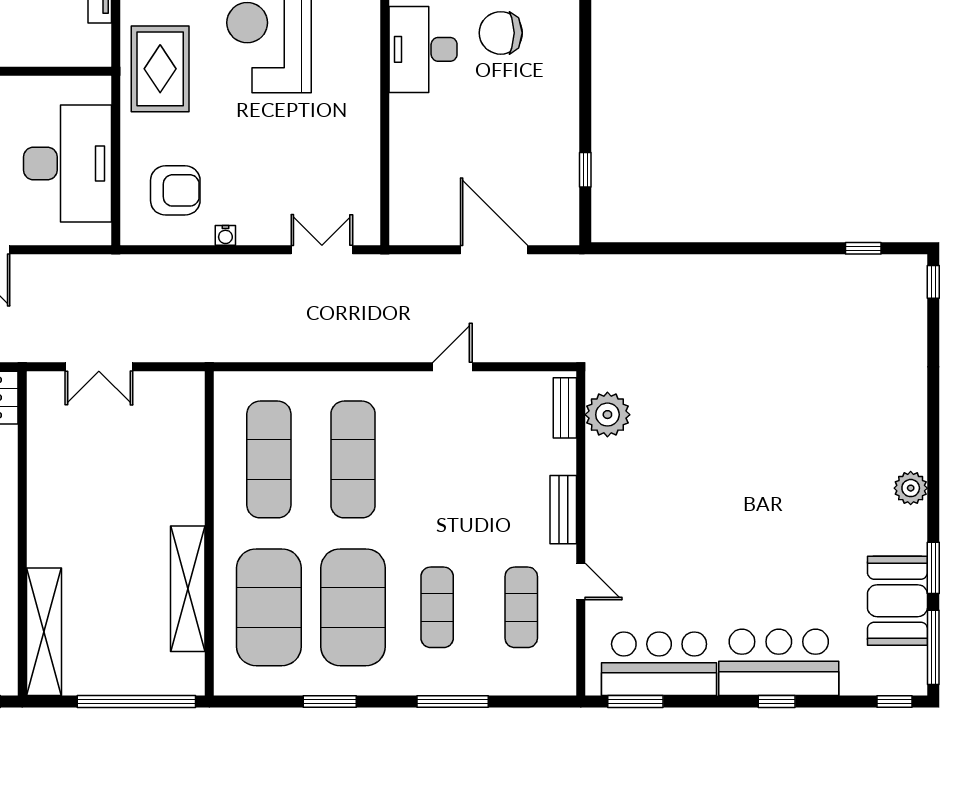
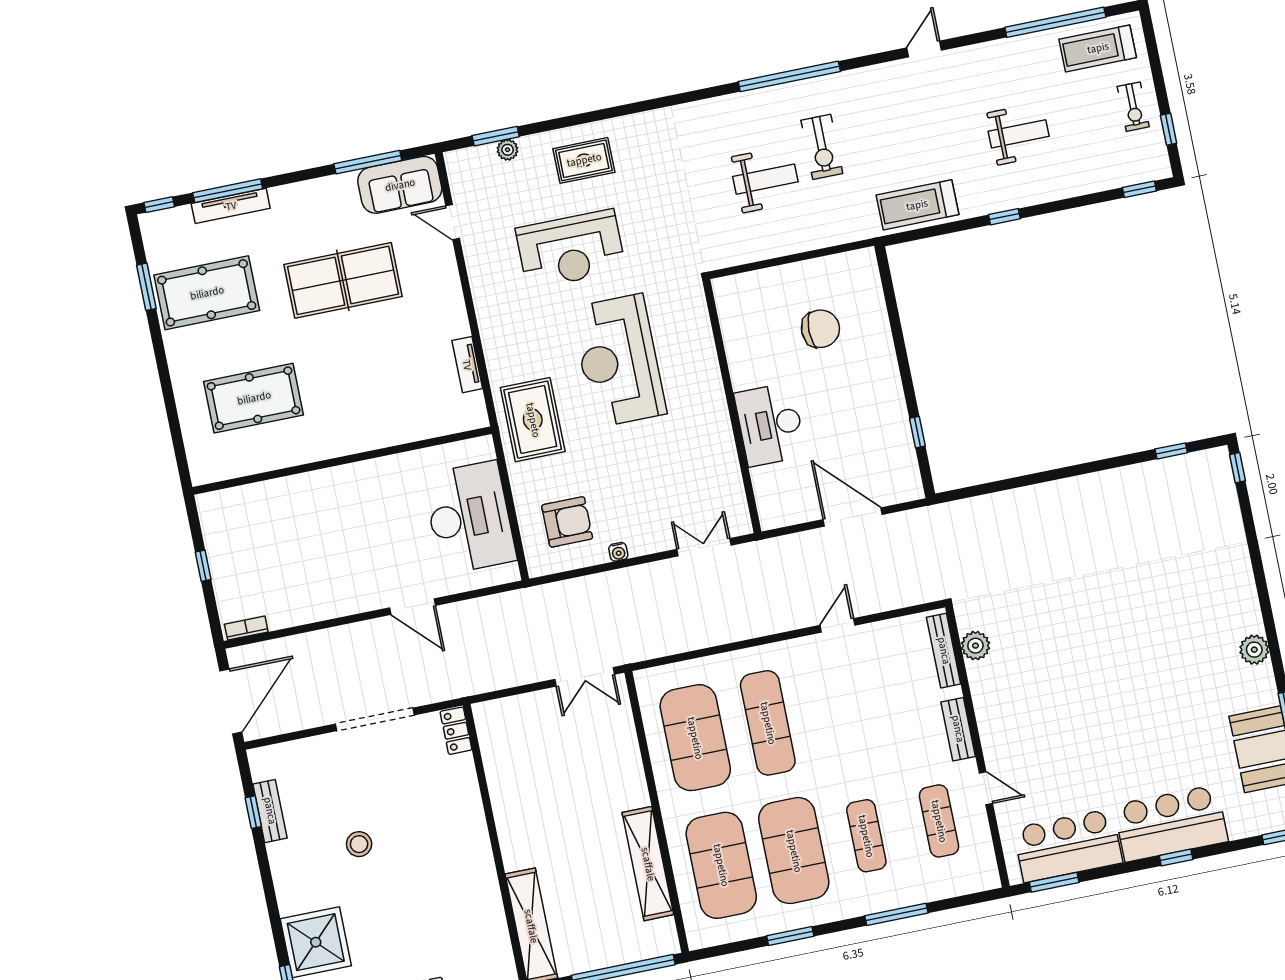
chair: (501, 33) -> (820, 329), turned 180
desk: (423, 49) -> (770, 424), moved
double door: (99, 367) -> (585, 677), moved
bench: (565, 408) -> (944, 651), width x1.36
plant: (607, 415) -> (975, 646), width x0.73, depth x0.73
exercise mat: (269, 459) -> (695, 738), width x1.47

